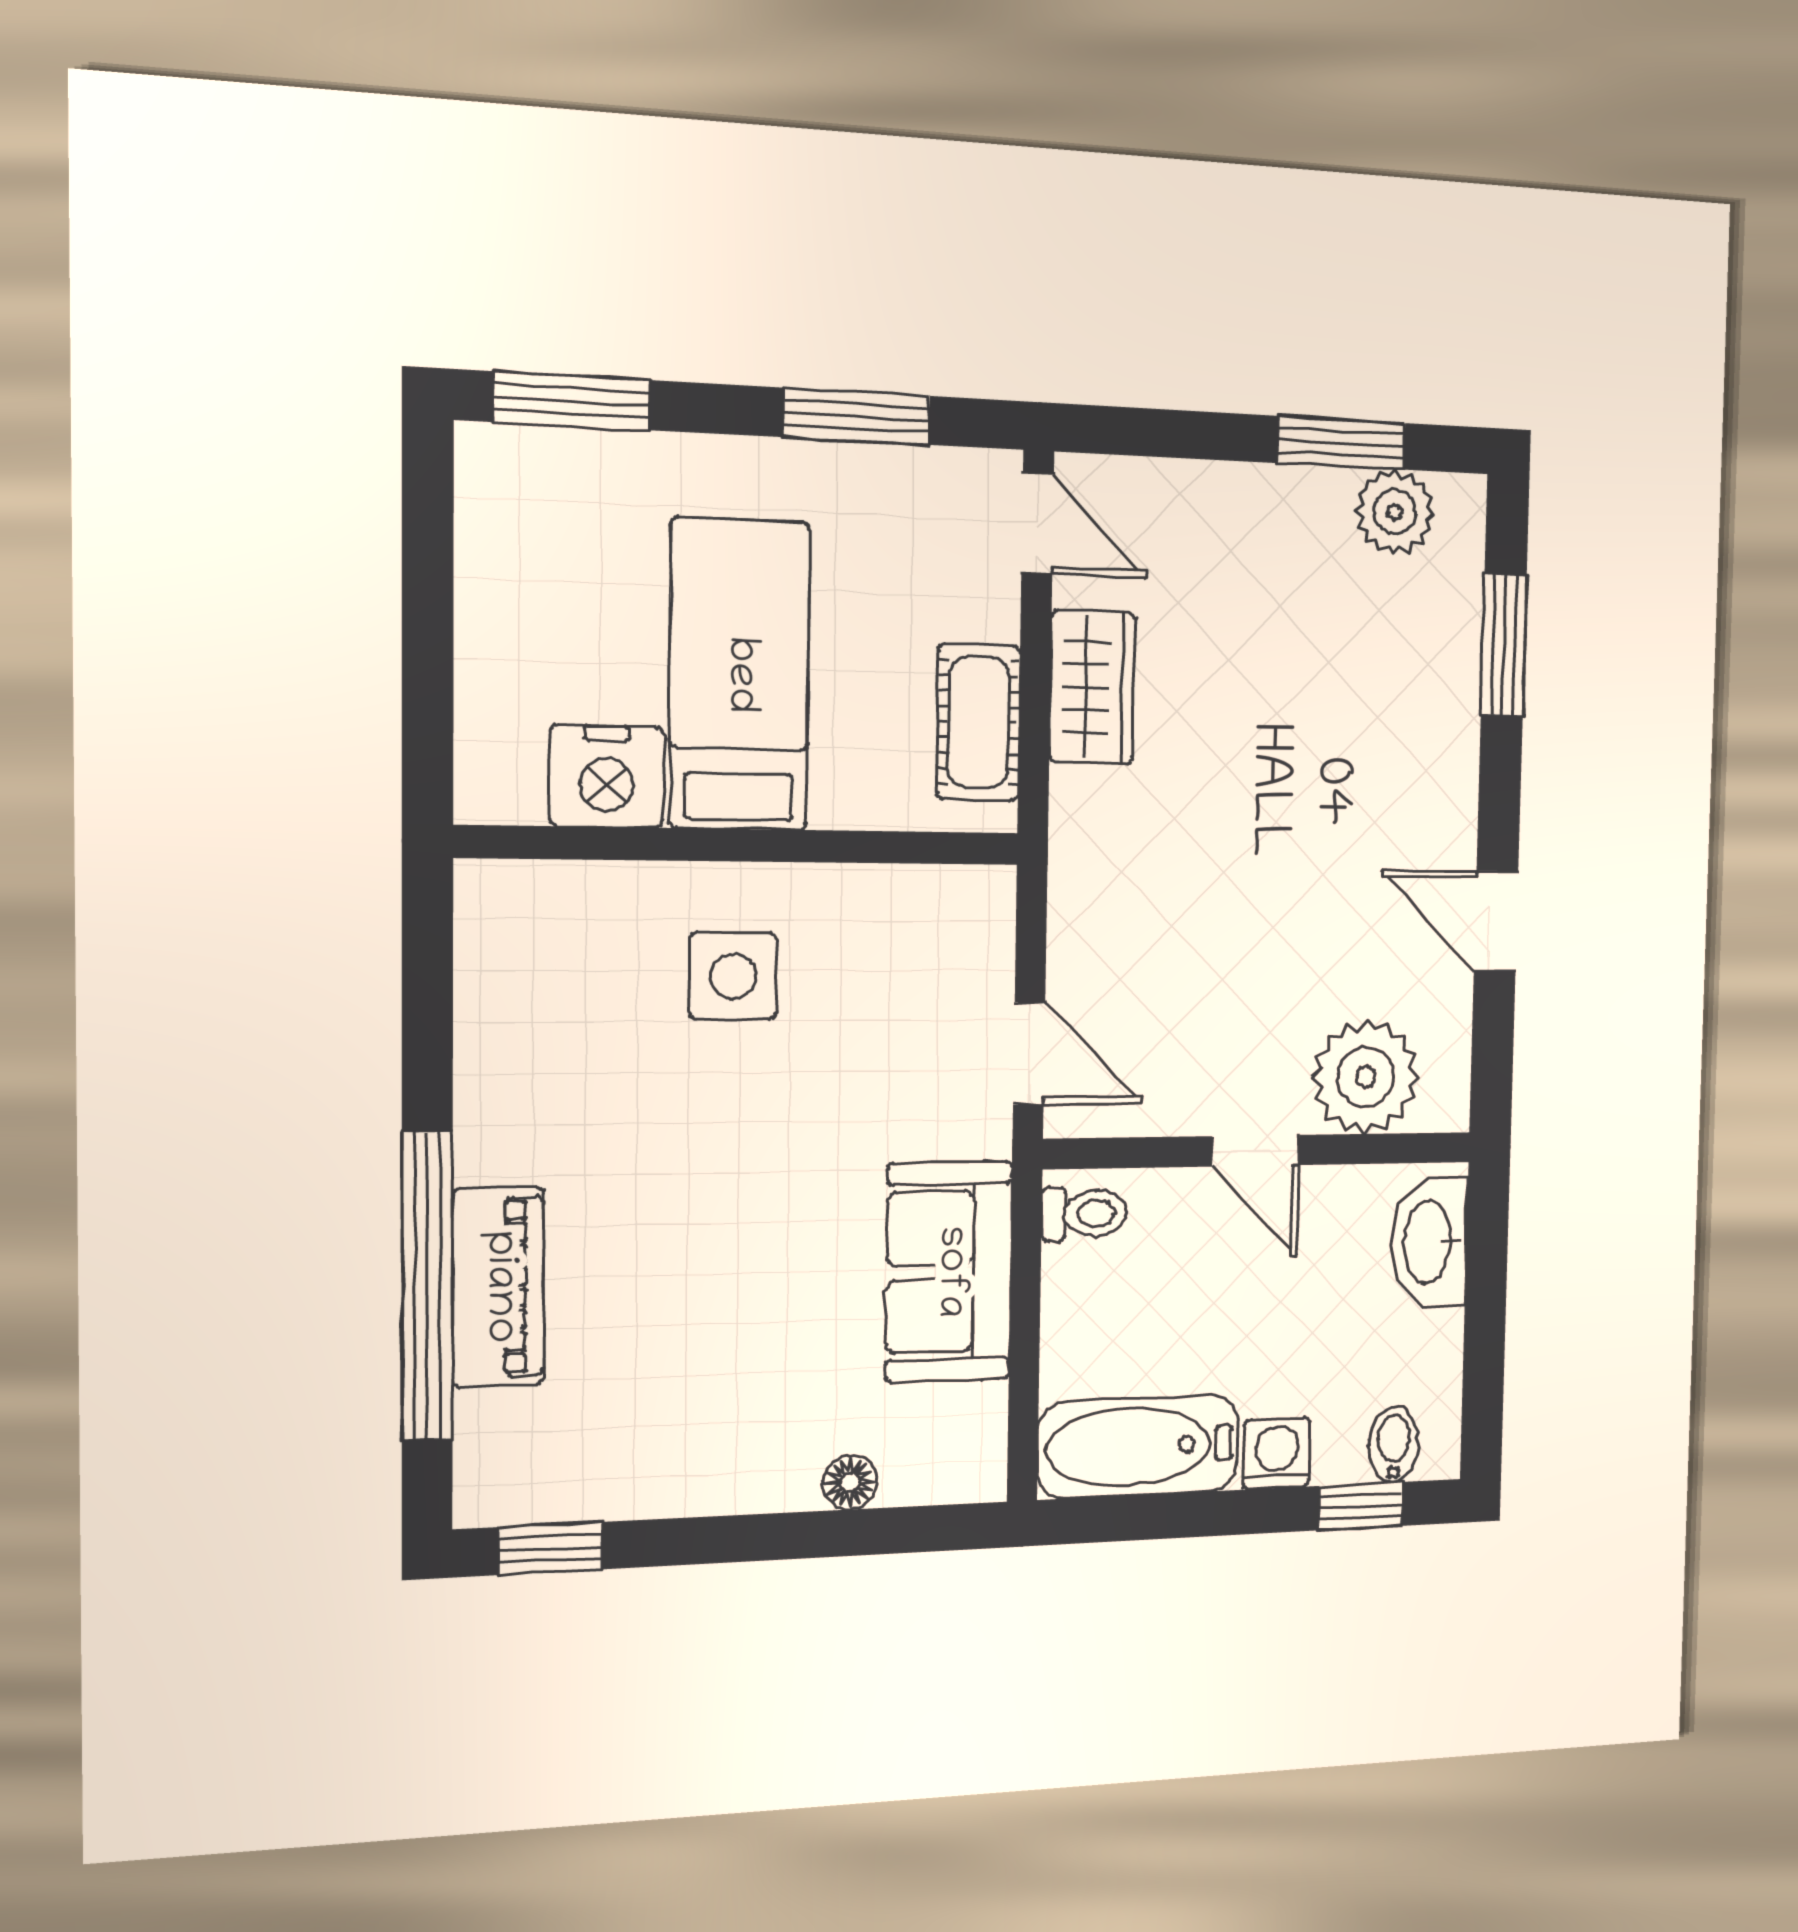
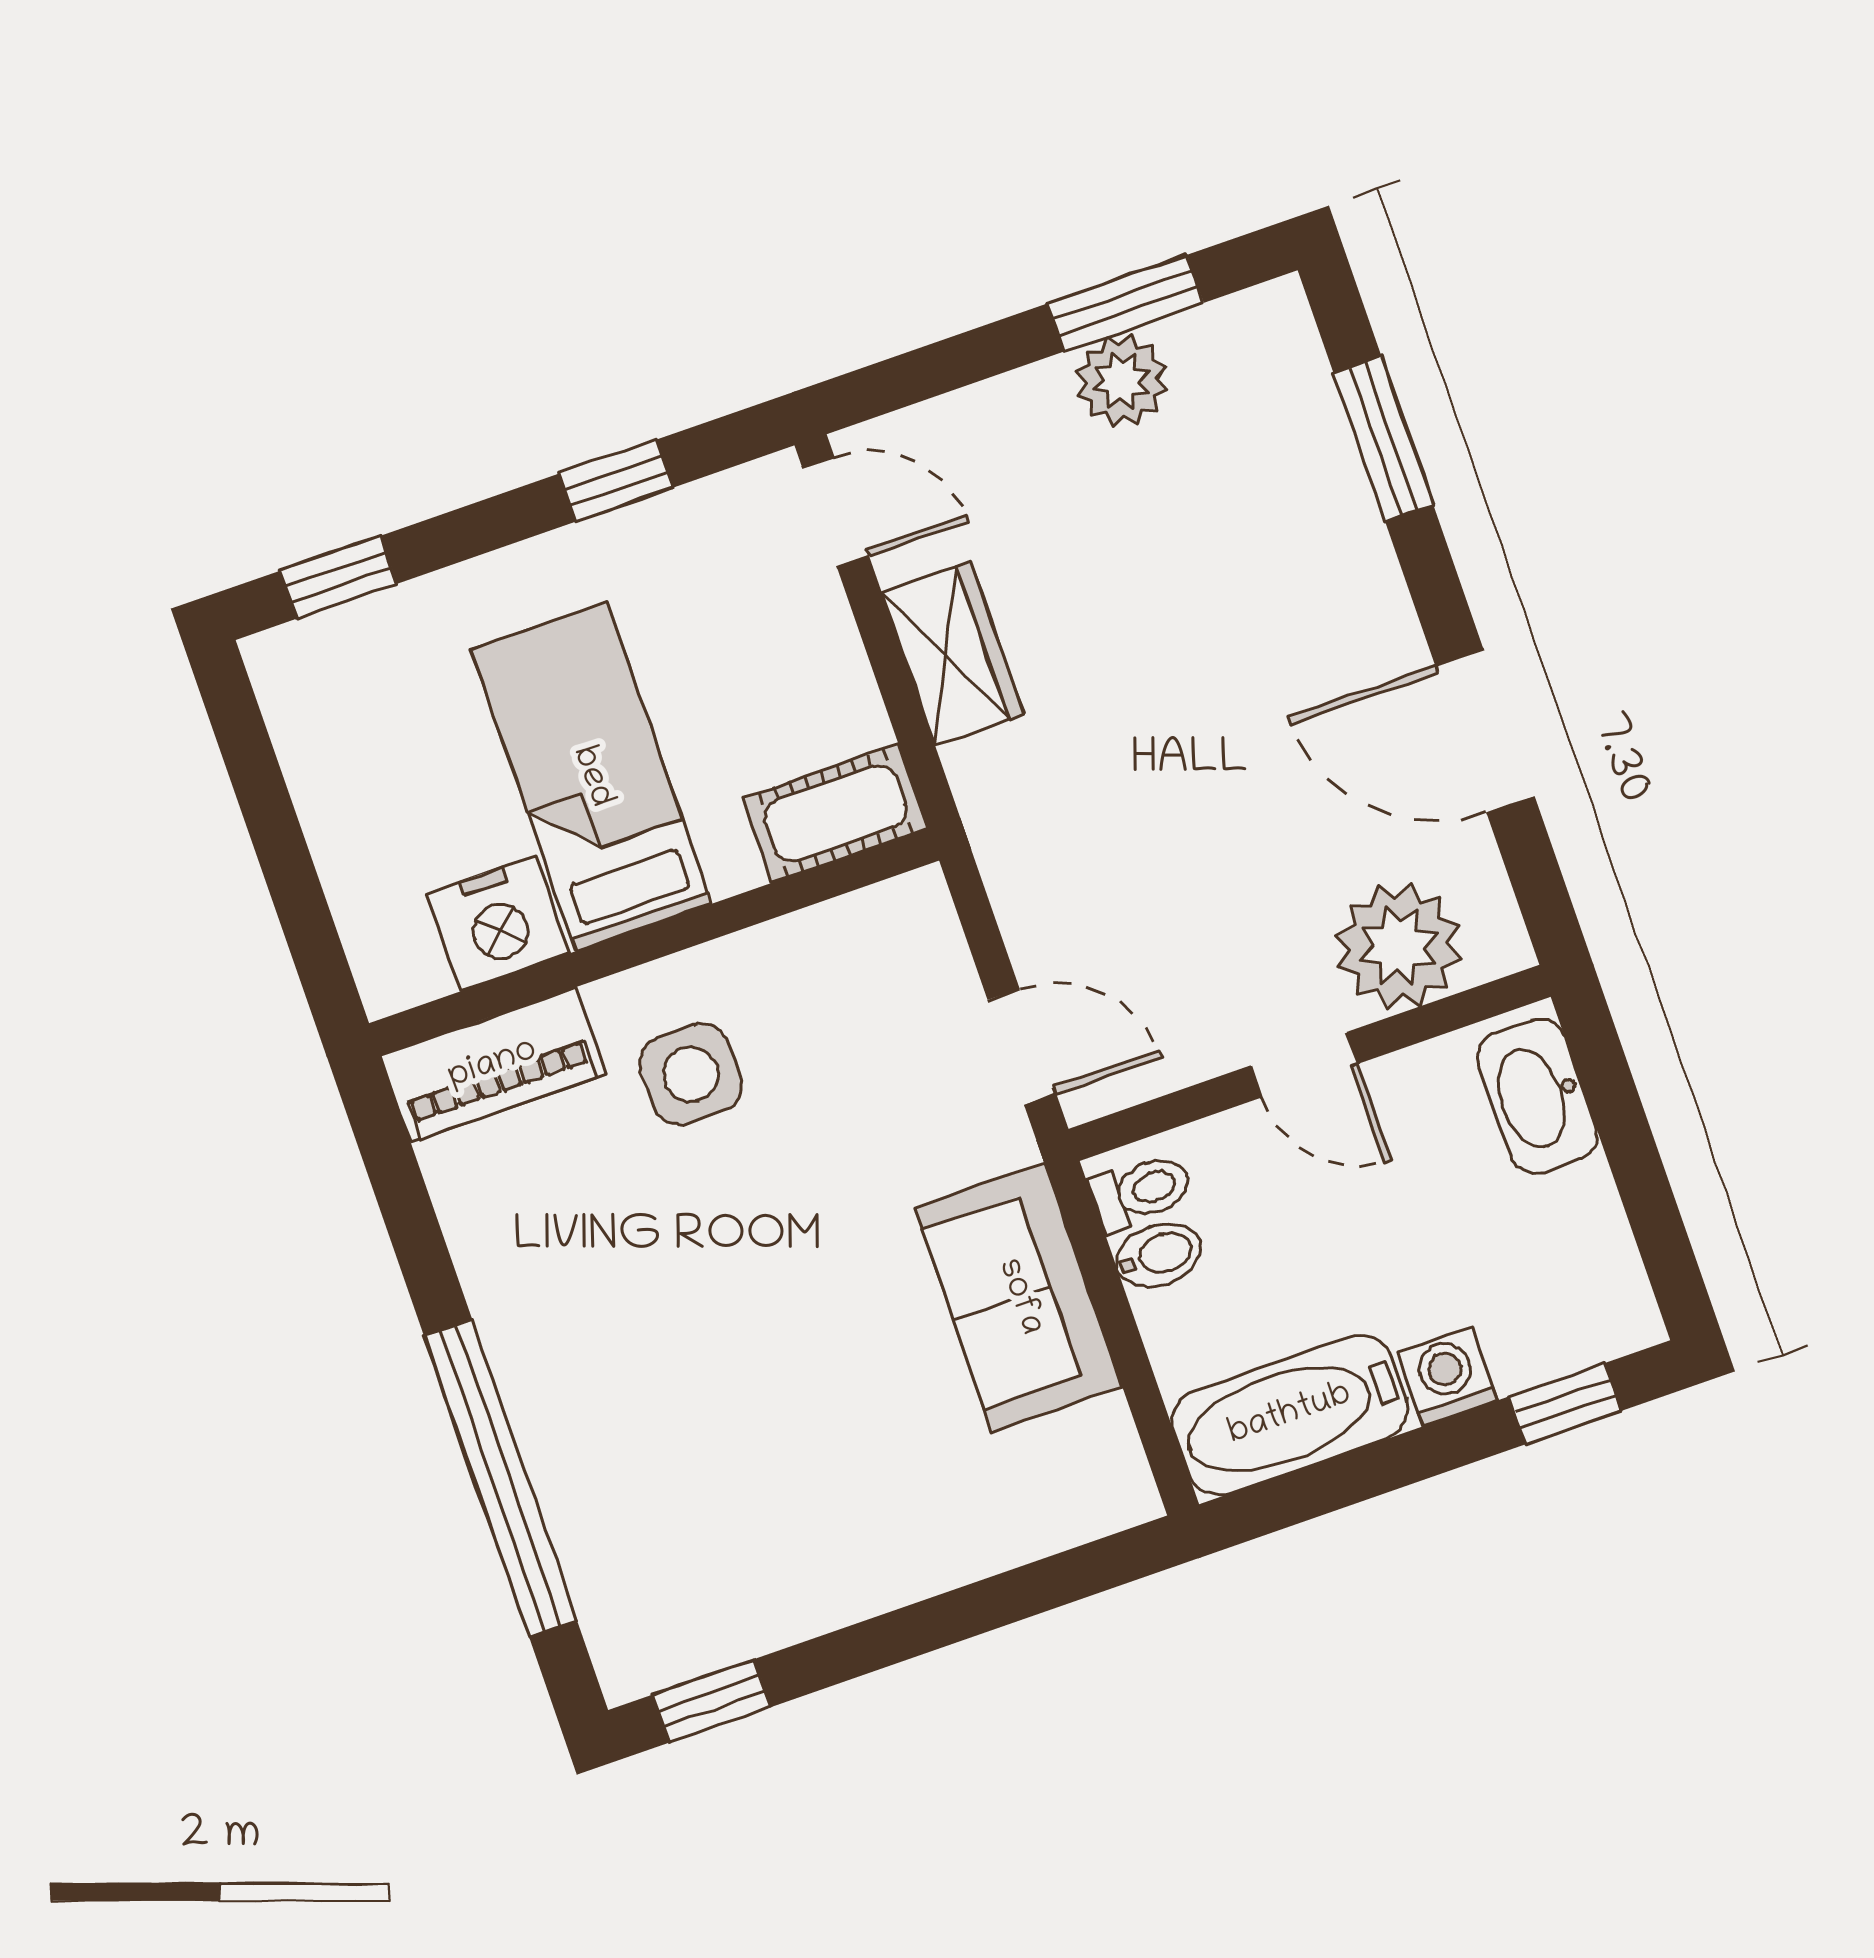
window: (572, 401) -> (338, 577), width x0.67
window: (857, 416) -> (616, 481), width x0.67
plant: (1395, 512) -> (1122, 381), moved
cot: (978, 723) -> (836, 813), moved, turned 90
door: (1496, 921) -> (1485, 731), width x1.38
piano: (498, 1287) -> (493, 1065), moved, turned 90
bidet: (1394, 1444) -> (1159, 1255), moved, turned 90
floor lamp: (850, 1482) -> (993, 1545), removed

